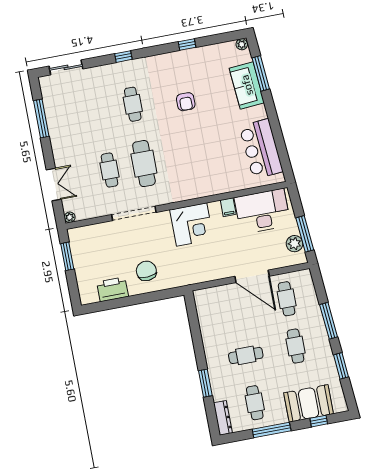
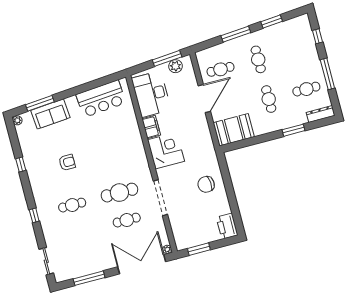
double door: (54, 185) -> (142, 264), width x1.87
filing cabinet: (228, 207) -> (151, 127), width x2.00
printer: (113, 289) -> (227, 226), moved
cafe table: (296, 346) -> (258, 59), turned 90
booth: (309, 403) -> (234, 130), moved, turned 90

